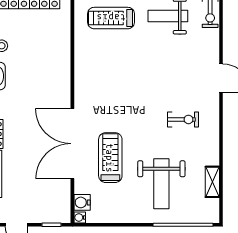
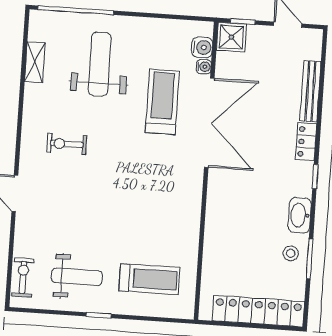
treadmill: (110, 158) -> (162, 102), turned 180
shower: (60, 212) -> (231, 37), added
water cooler: (80, 217) -> (204, 67), moved

